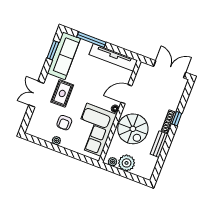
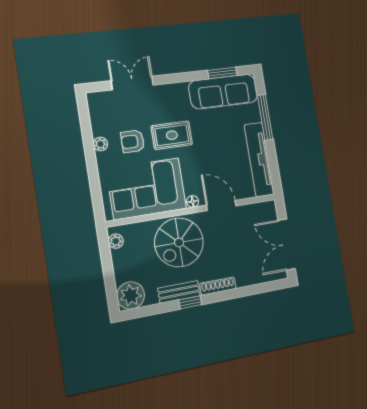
double door: (170, 69) -> (287, 244), swing flipped
rug: (62, 93) -> (172, 135), moved
double door: (36, 94) -> (132, 83), moved
window: (177, 119) -> (190, 302), moved
plant: (127, 163) -> (131, 295), moved

